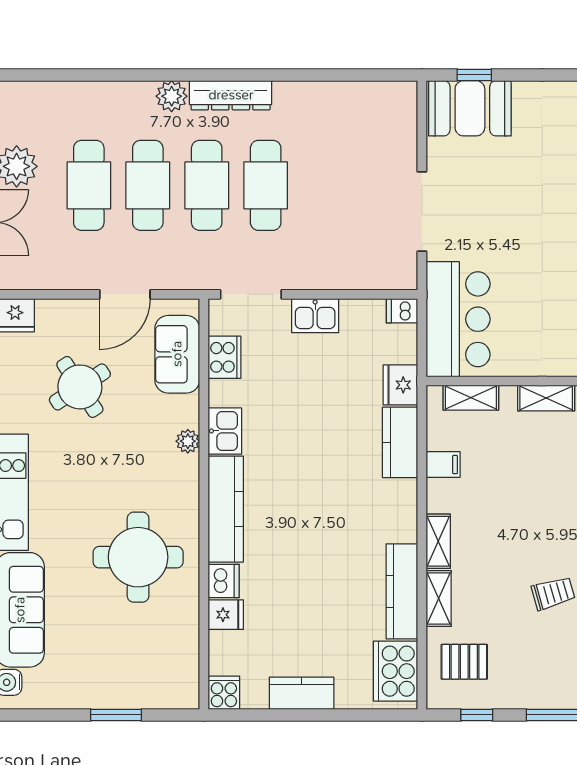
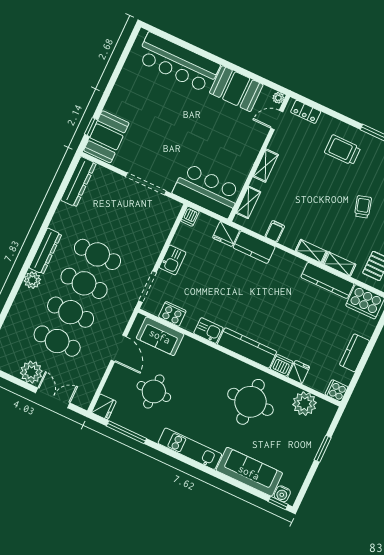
dresser: (373, 97) -> (78, 182), added
round table: (80, 387) -> (154, 391), turned 33
plant: (188, 441) -> (305, 404), moved, width x1.87, depth x1.87

